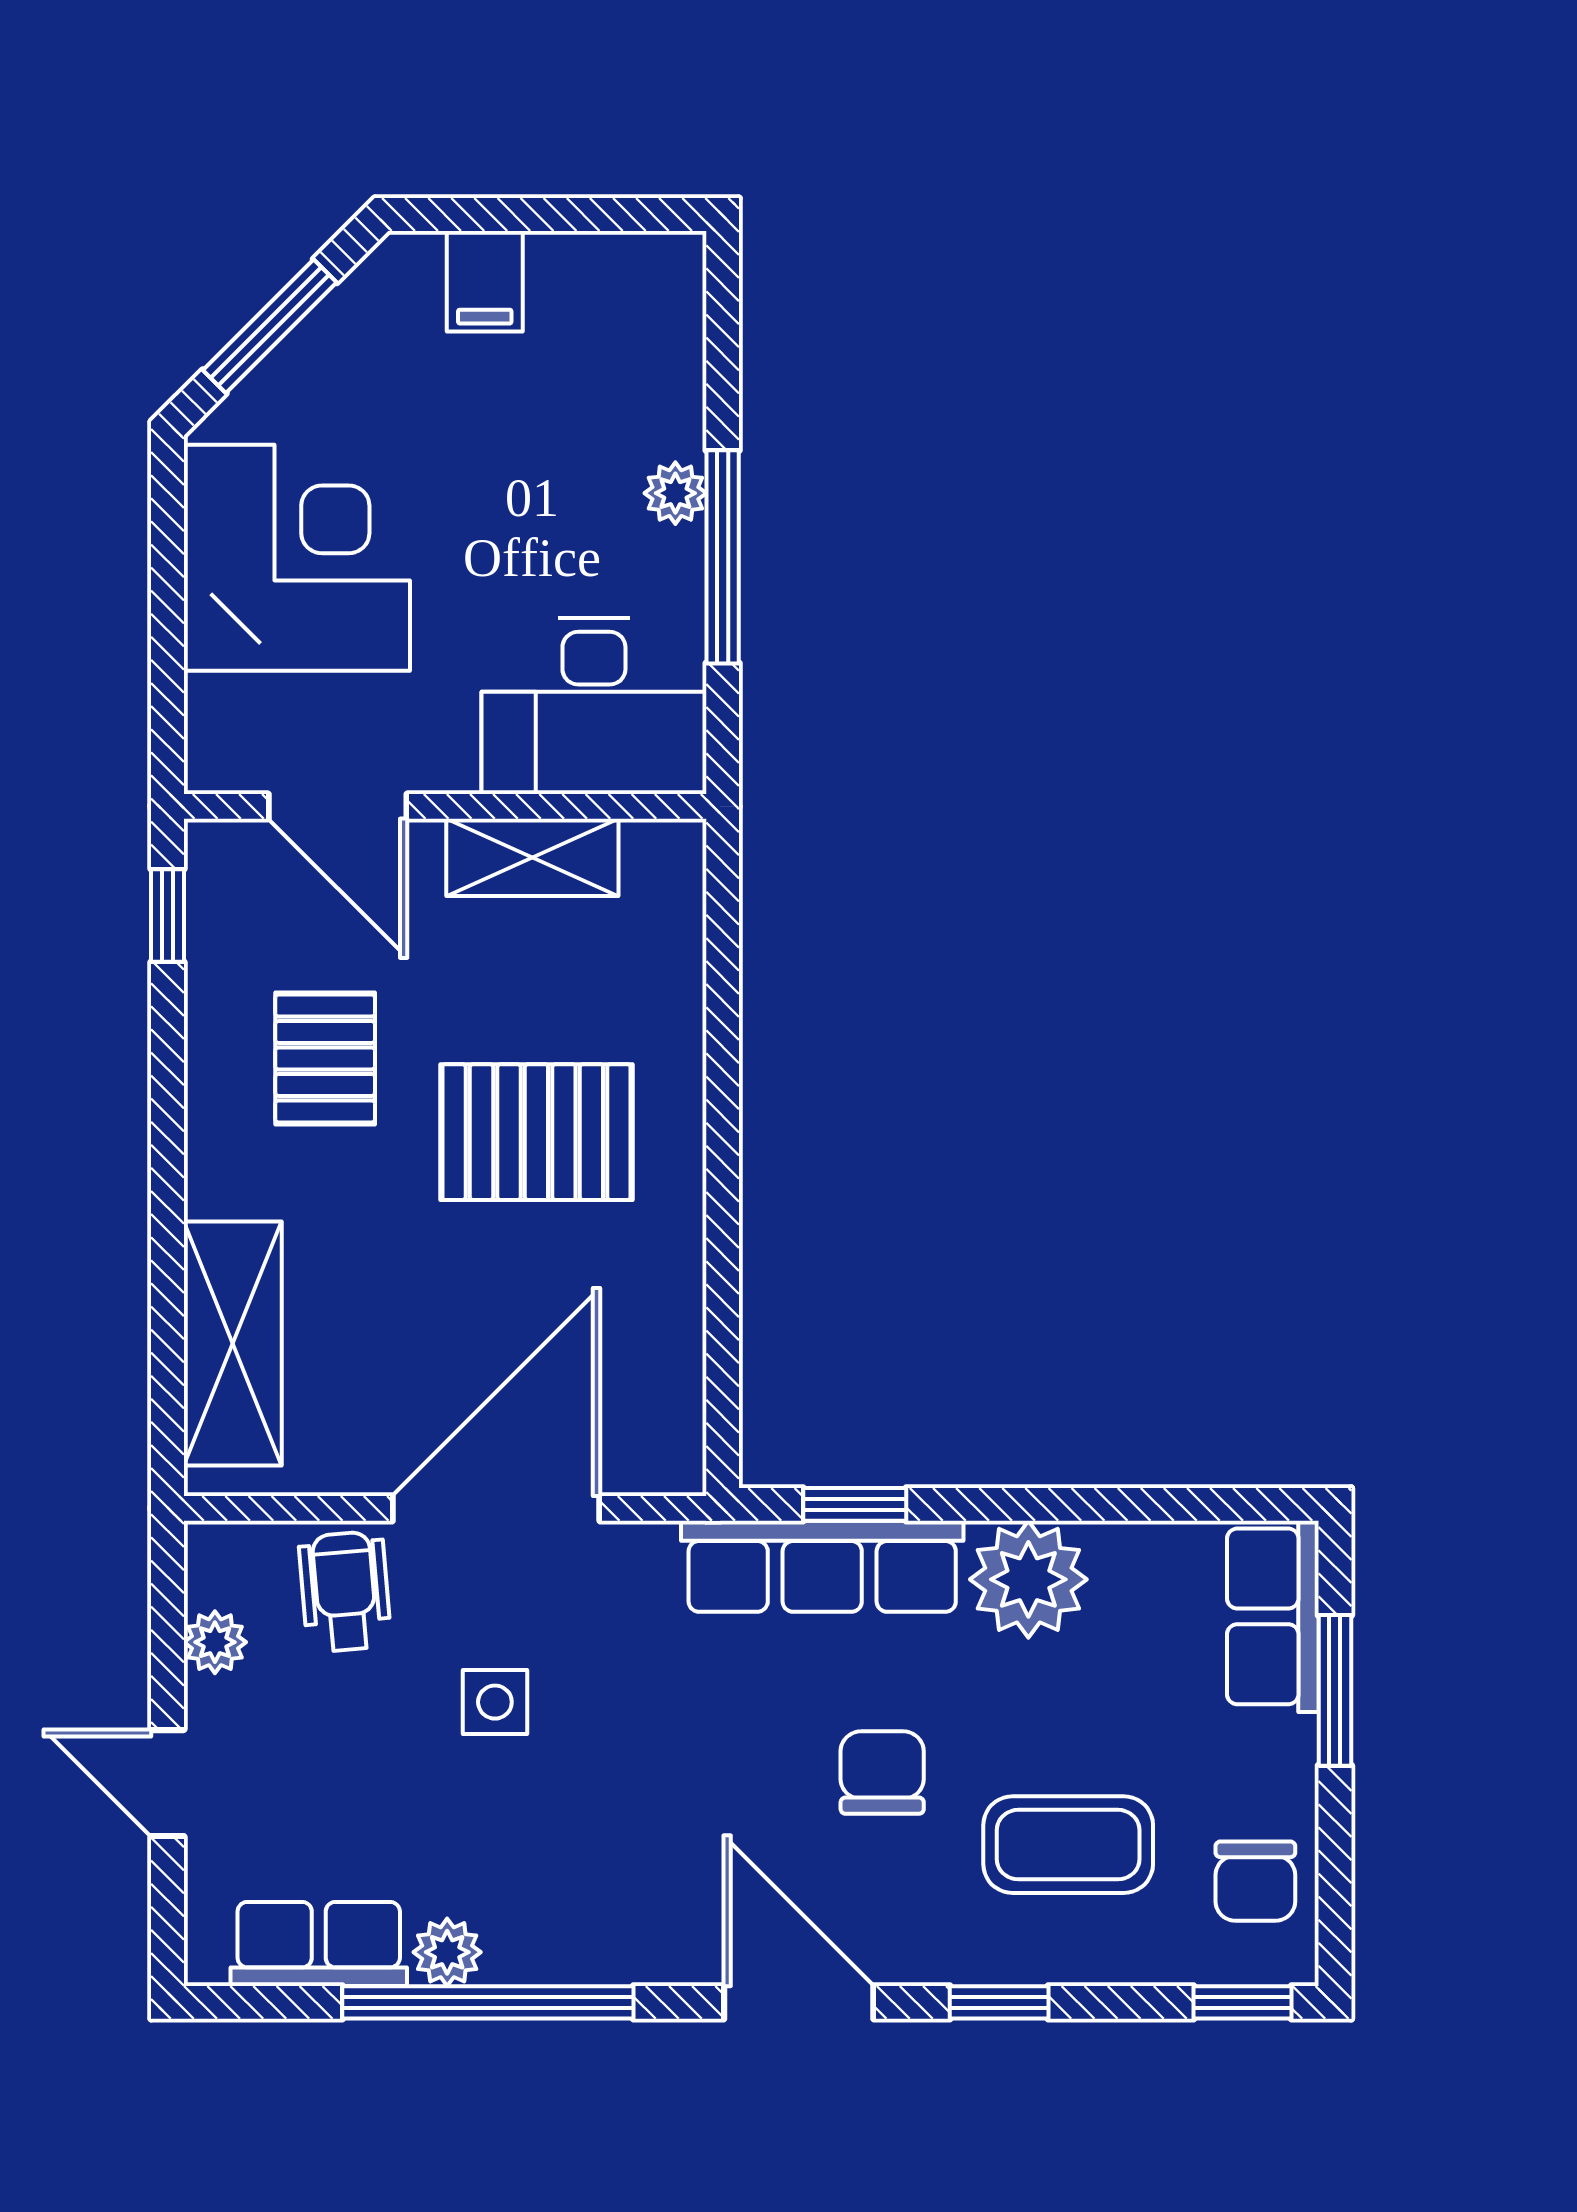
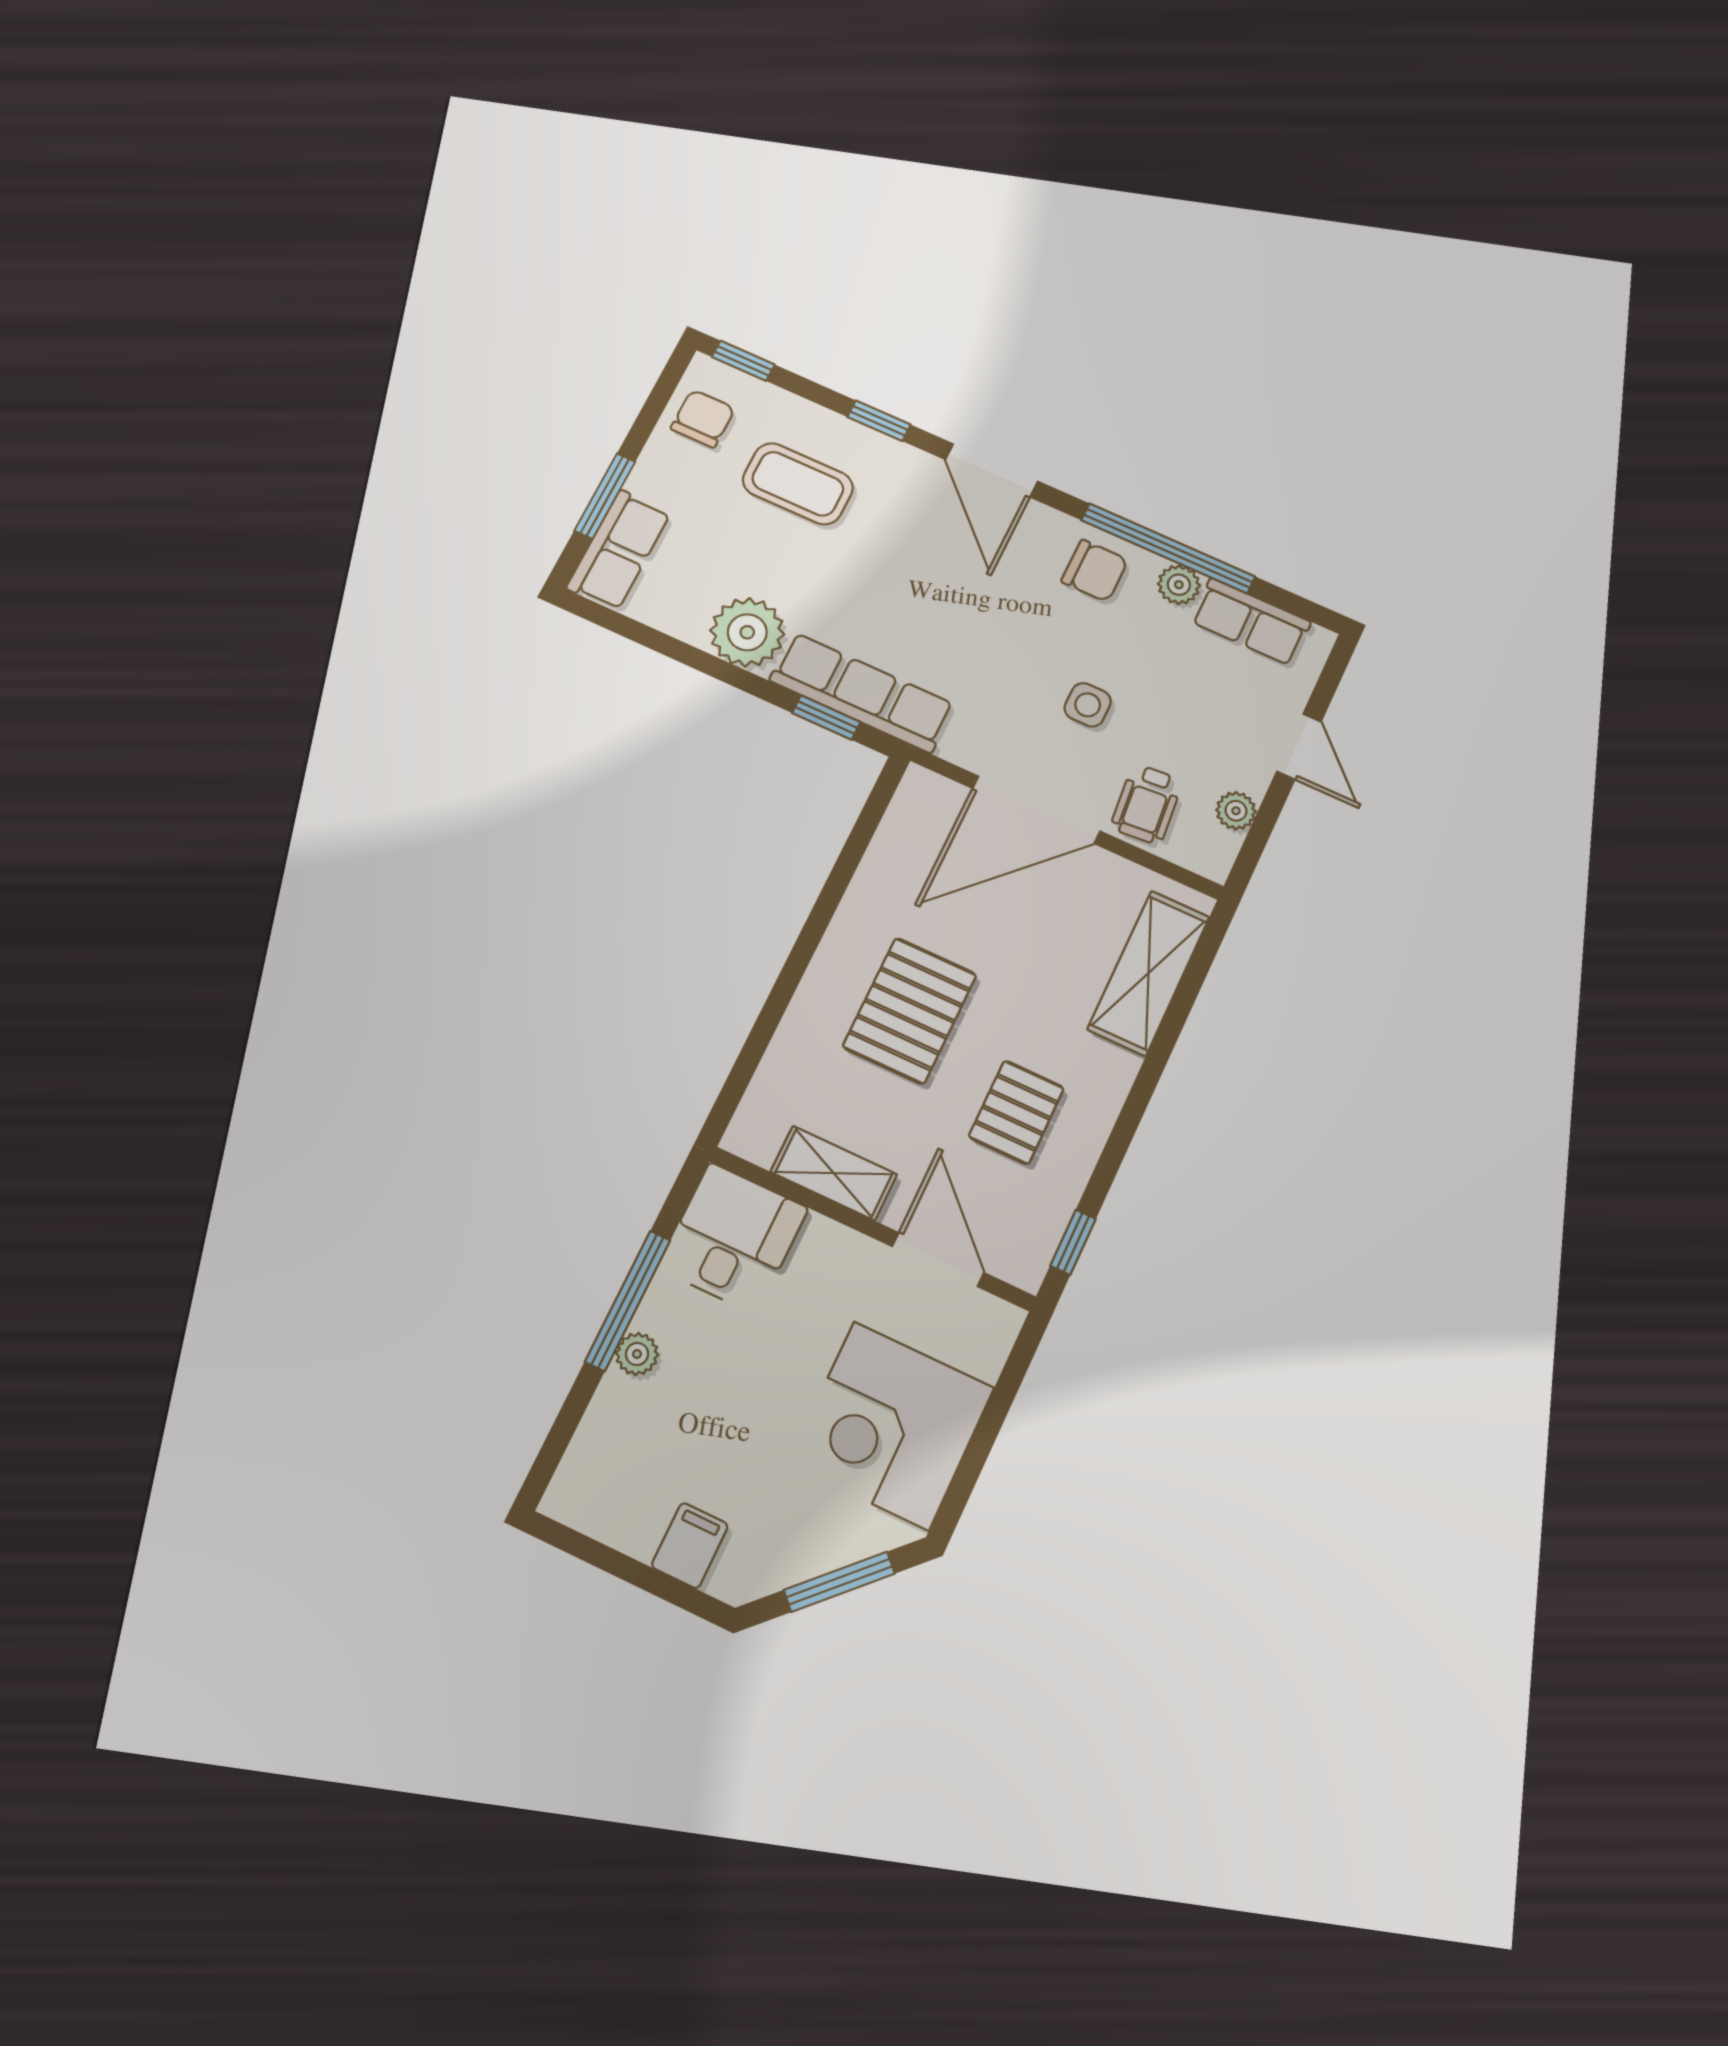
desk: (594, 706) -> (733, 1238), width x0.73
pallet: (536, 1132) -> (910, 1011), turned 90
chair: (882, 1773) -> (1095, 571), moved, turned -90

